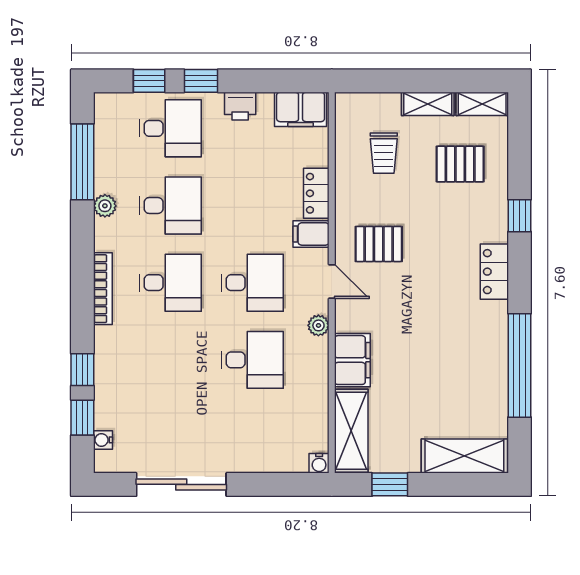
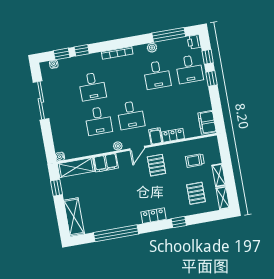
printer: (240, 106) -> (194, 42), moved
desk: (170, 283) -> (92, 86), moved

